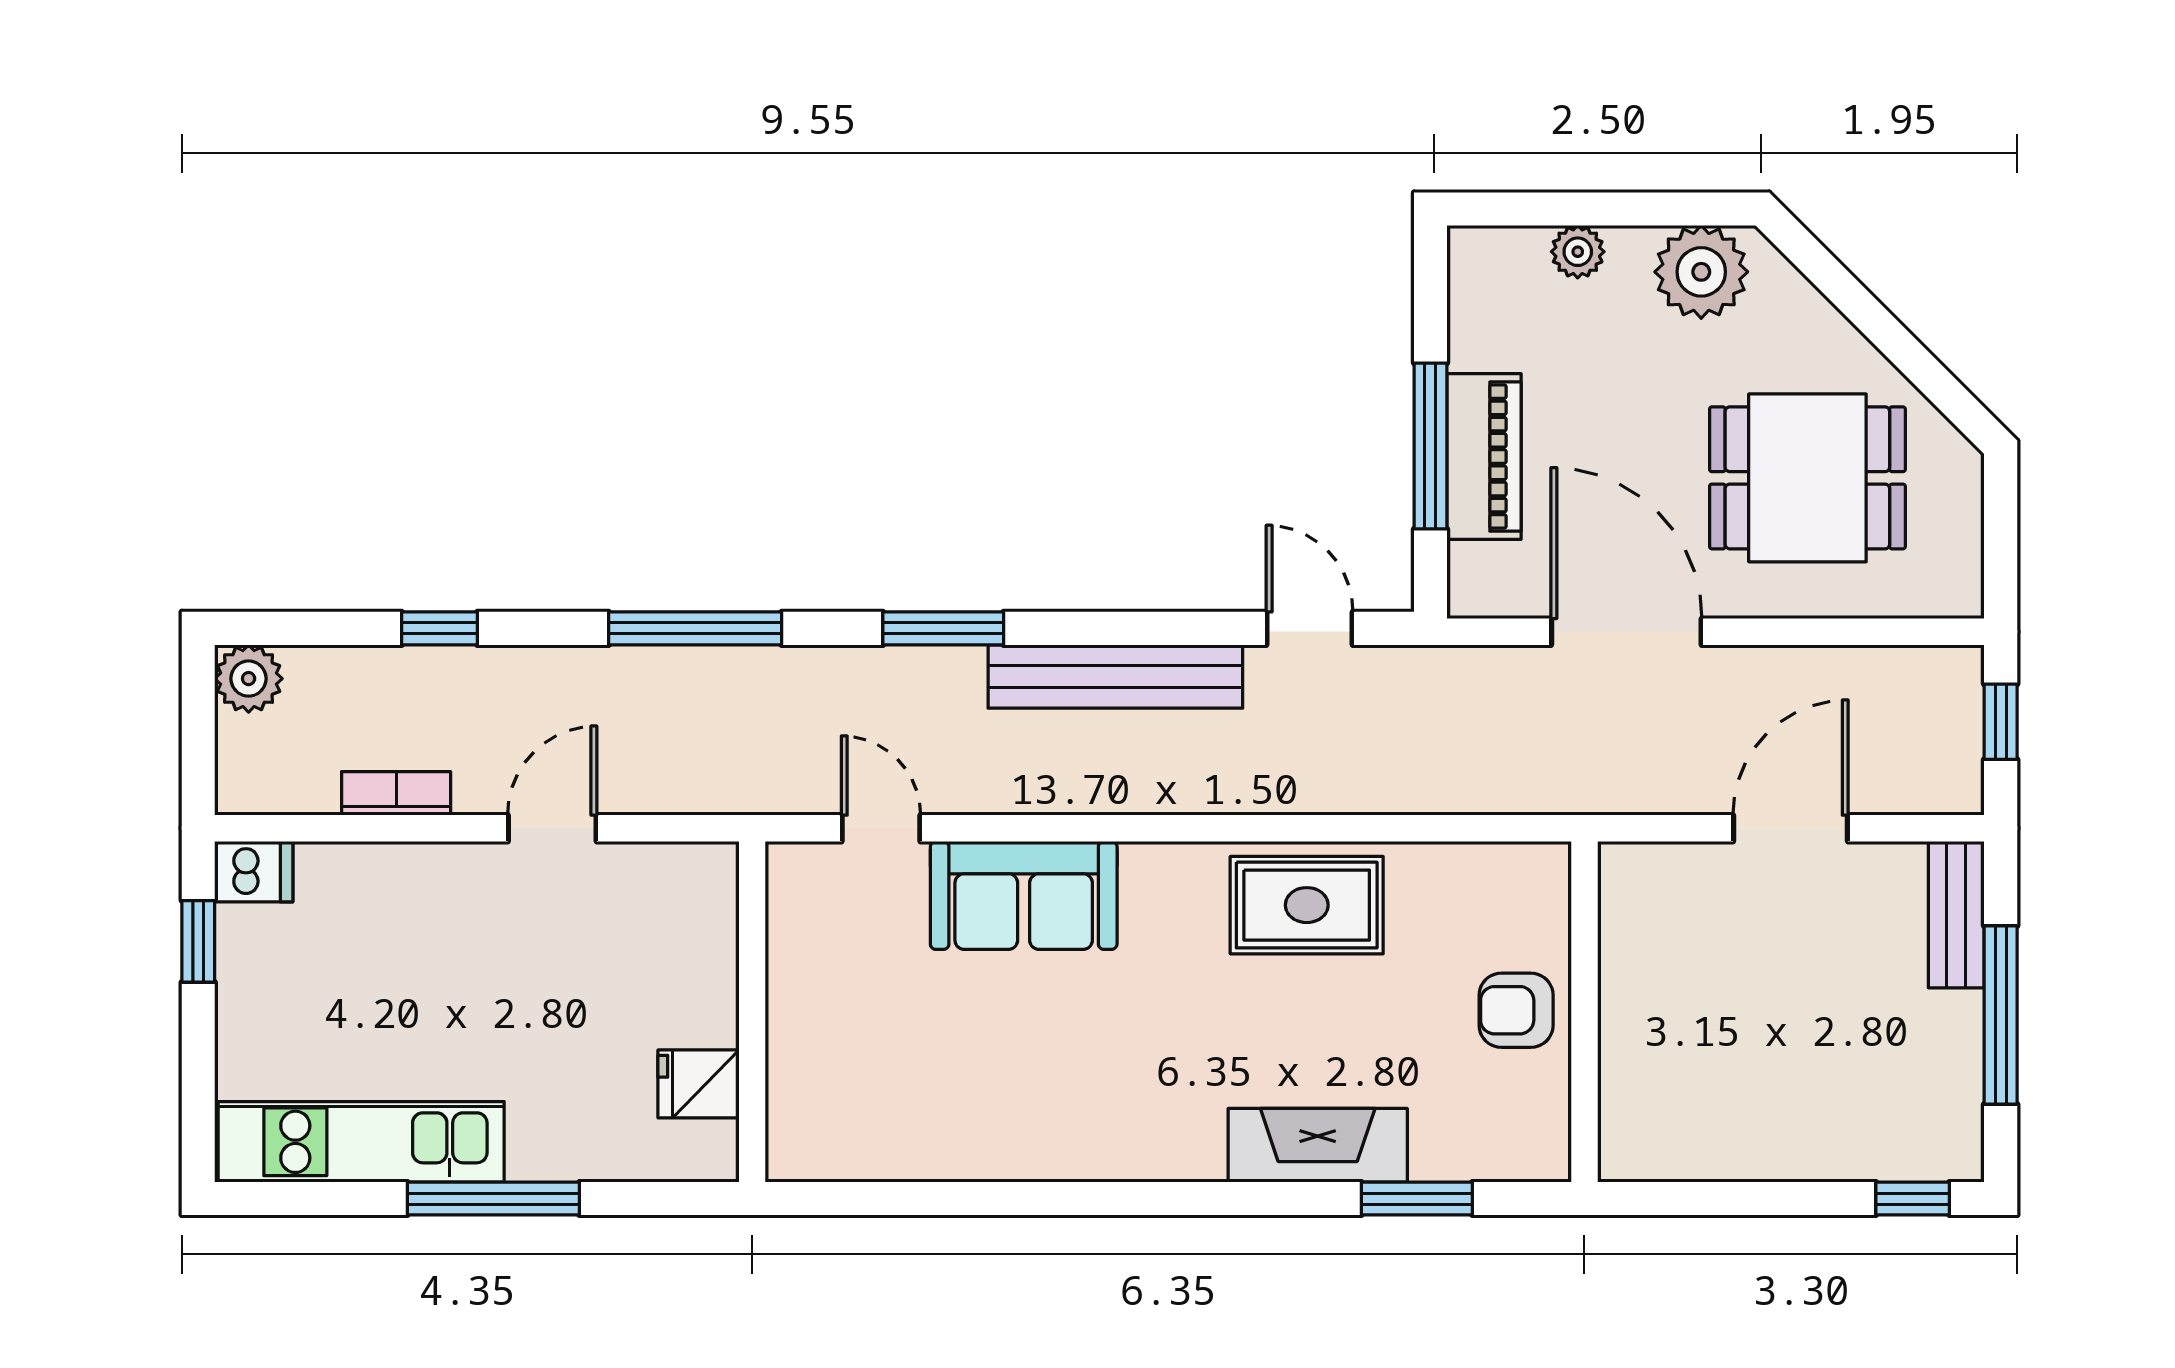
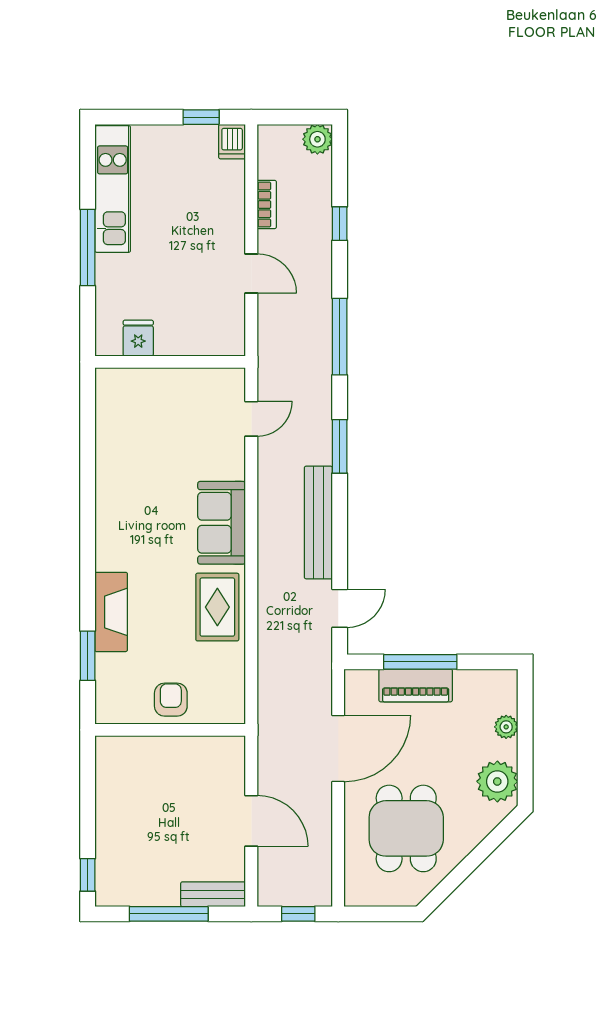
sofa: (1024, 895) -> (222, 523), moved

